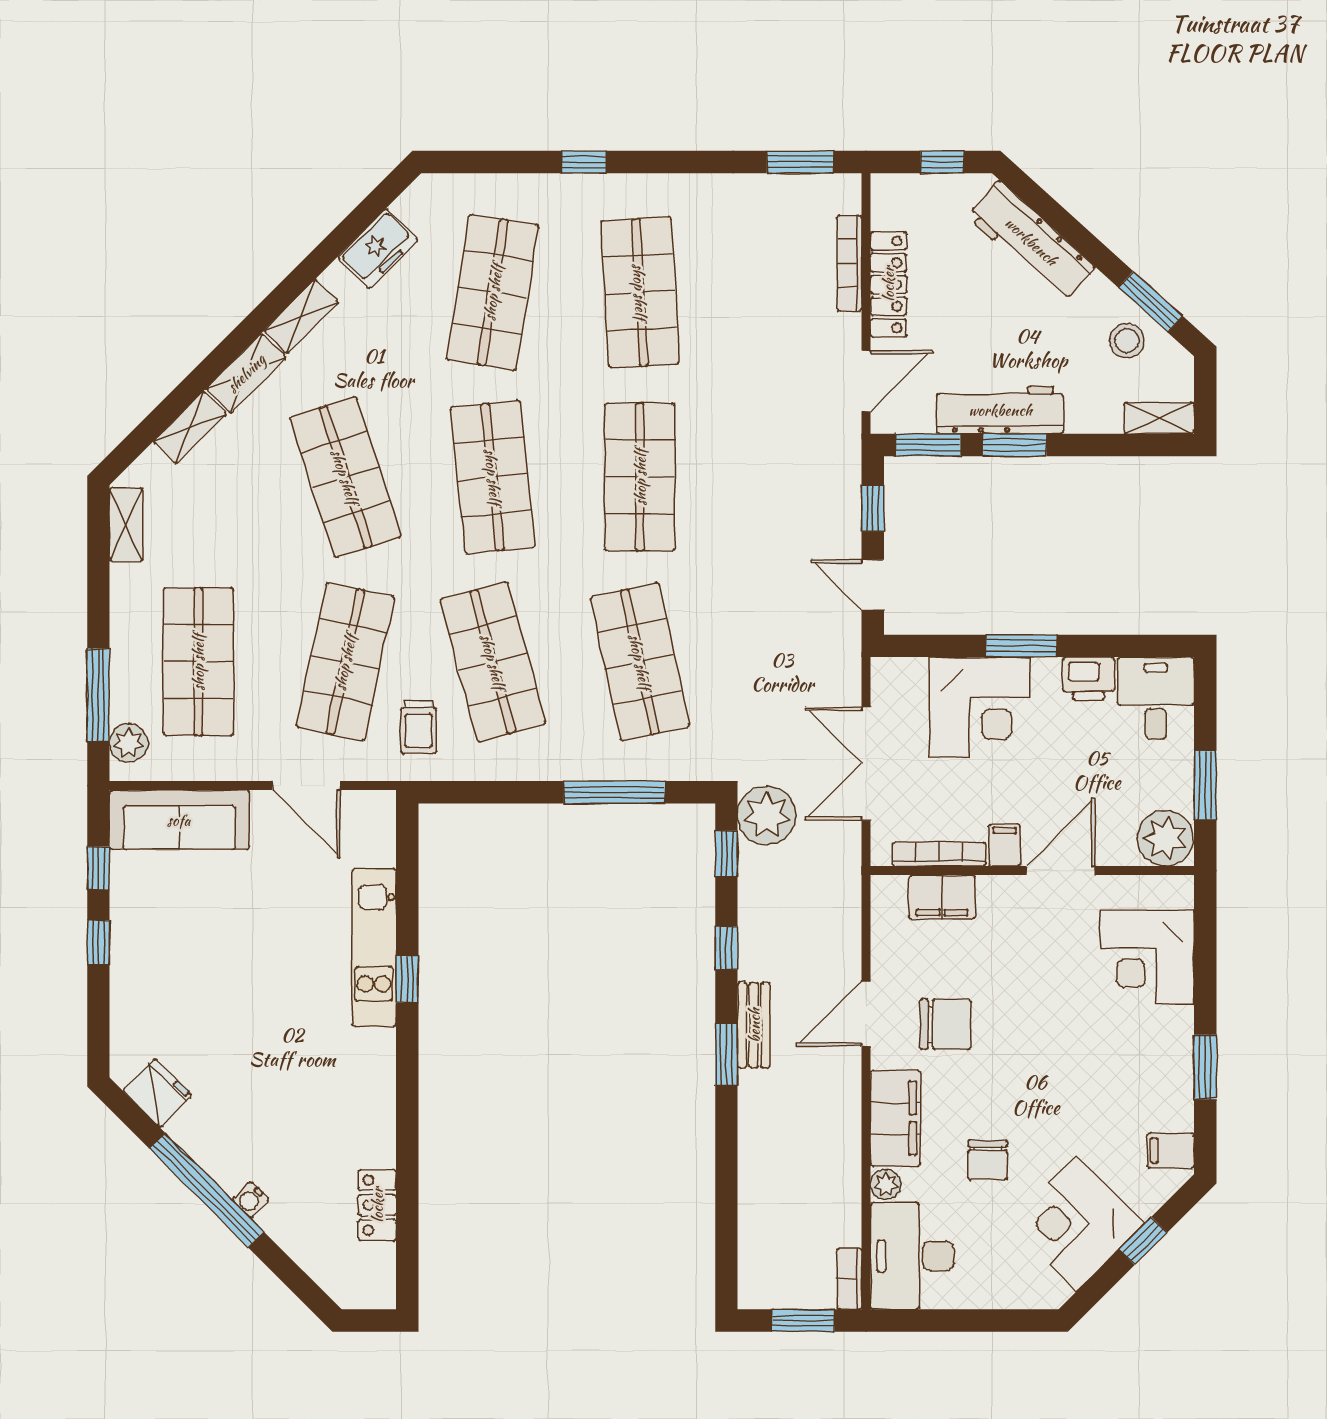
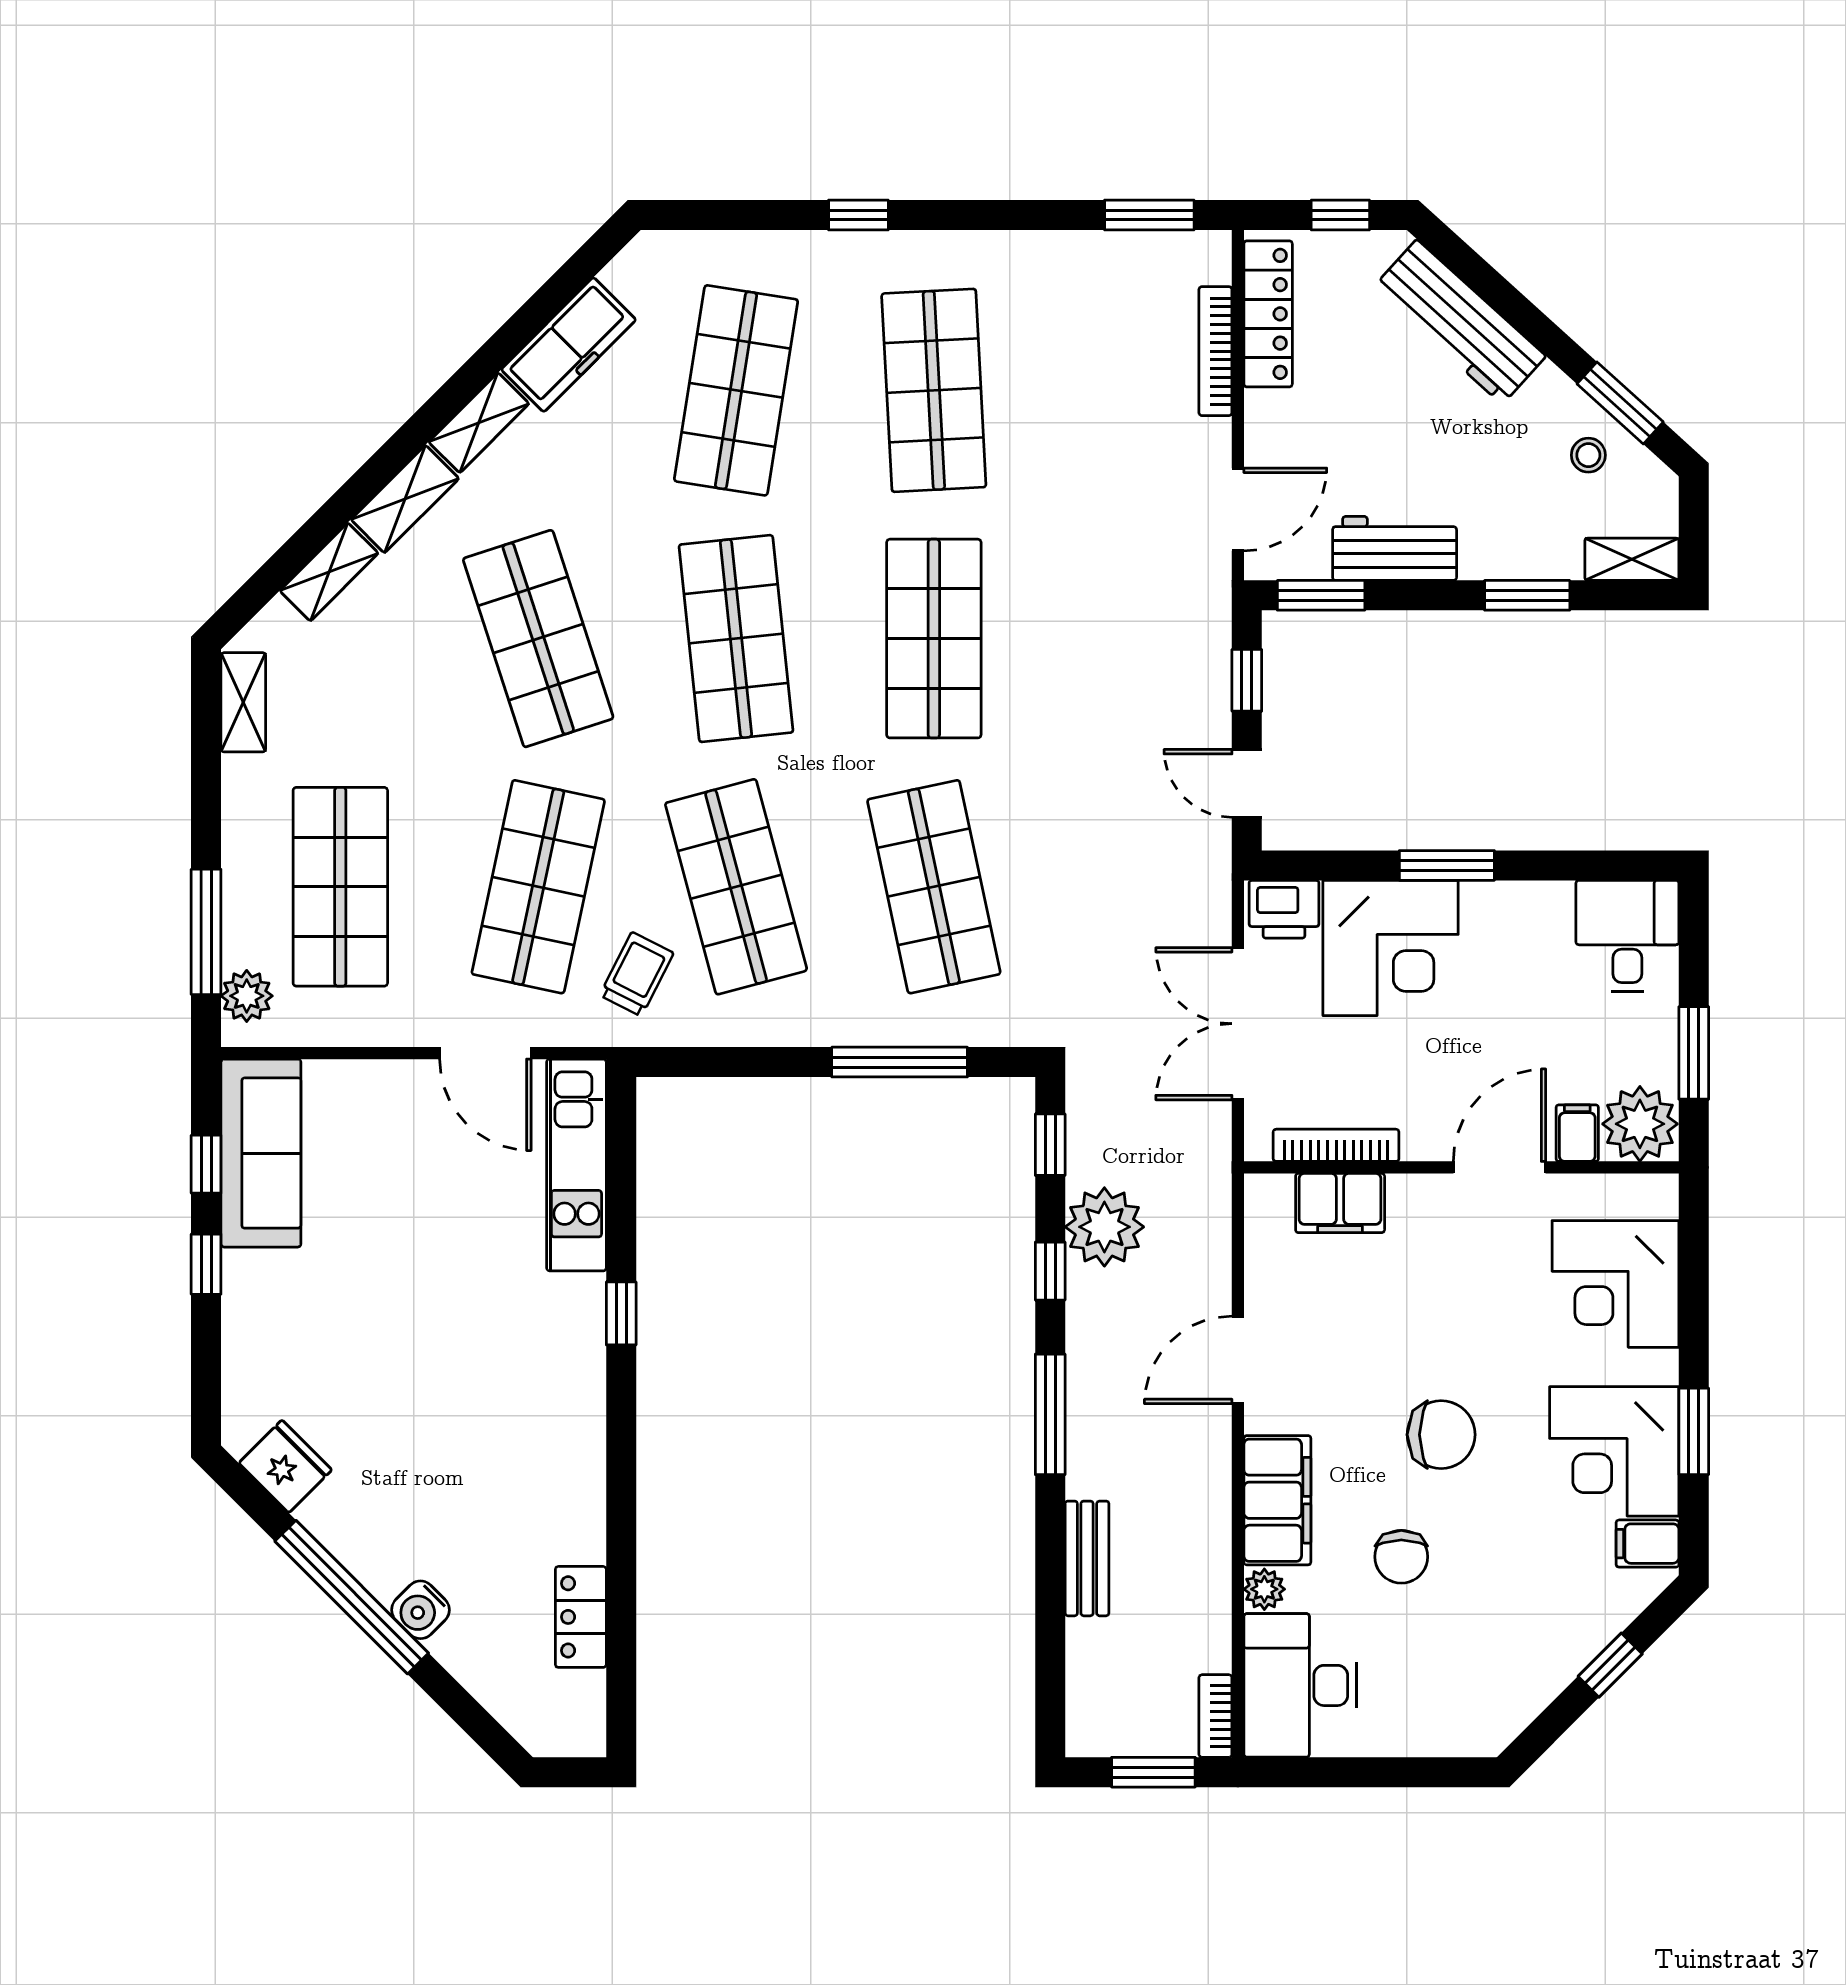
freezer: (378, 249) -> (569, 345), width x1.40
locker: (888, 284) -> (1268, 314), moved
stool: (1127, 341) -> (1588, 455), width x0.73, depth x0.73
workbench: (1000, 410) -> (1395, 548), width x0.73
window: (1015, 445) -> (1527, 595), moved
printer: (1089, 679) -> (1284, 909), moved
trolley: (419, 727) -> (637, 974), turned -153
plant: (767, 815) -> (1104, 1227), moved
sofa: (179, 820) -> (261, 1153), moved, turned -90
filing cabinet: (1005, 845) -> (1577, 1133), moved
kitchen unit: (374, 948) -> (576, 1165), moved
chair: (945, 1024) -> (1441, 1435), moved
bench: (754, 1025) -> (1087, 1558), moved
window: (726, 1054) -> (1050, 1414), width x1.44
water cooler: (251, 1200) -> (420, 1610), width x1.38, depth x1.38
corner desk: (1077, 1224) -> (1614, 1451), moved, turned -45

